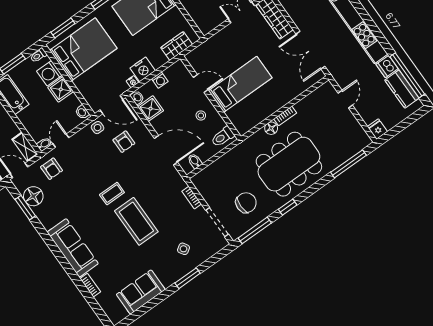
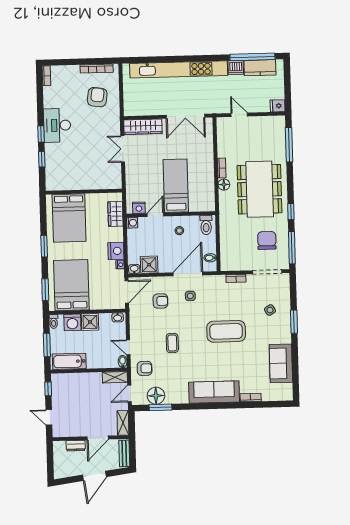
nightstand: (197, 64) -> (139, 208), added
washing machine: (160, 80) -> (132, 223), moved
side table: (98, 128) -> (190, 296), moved
coffee table: (112, 194) -> (172, 343), moved

